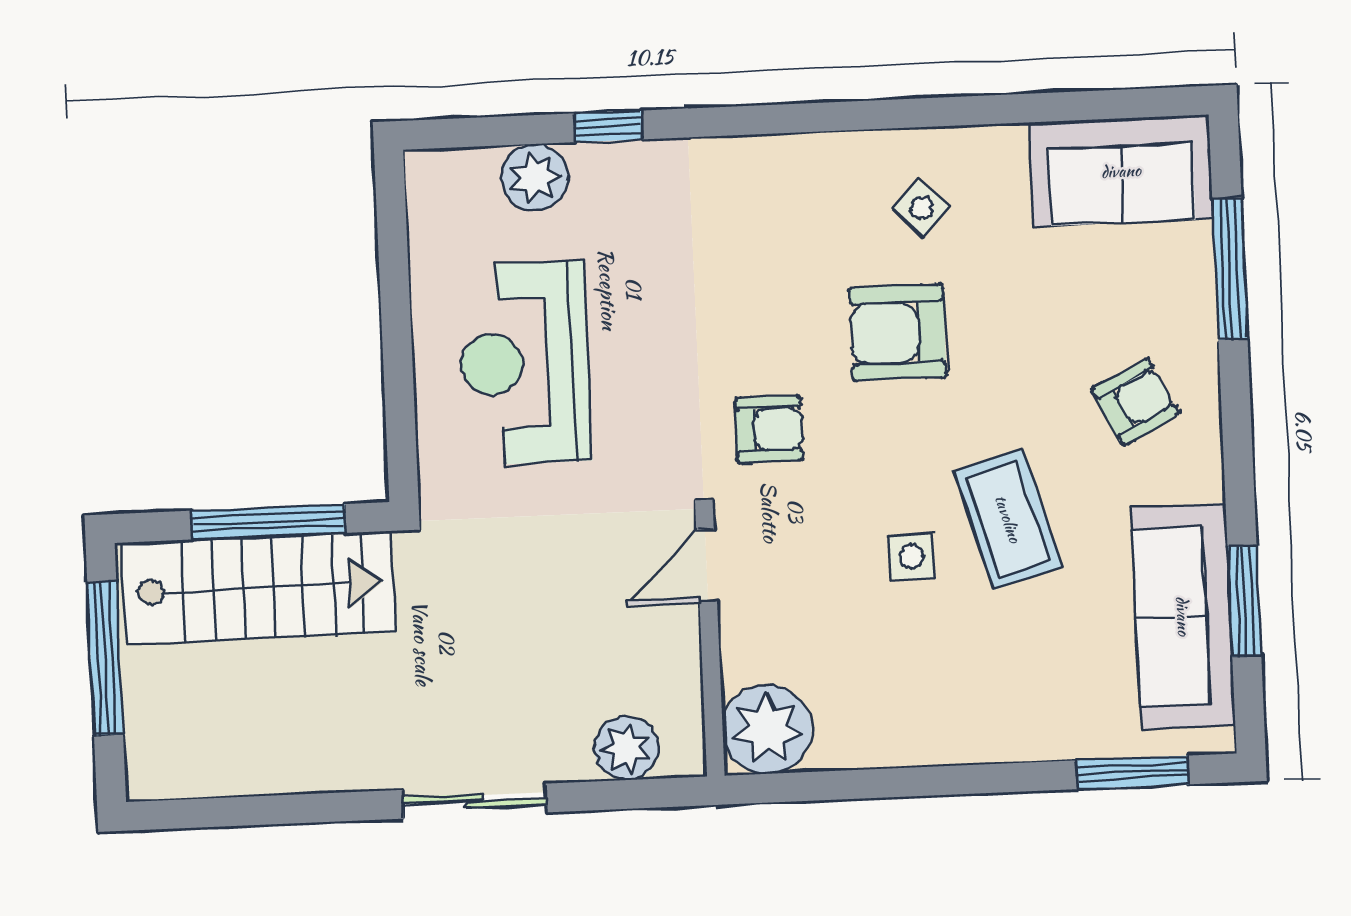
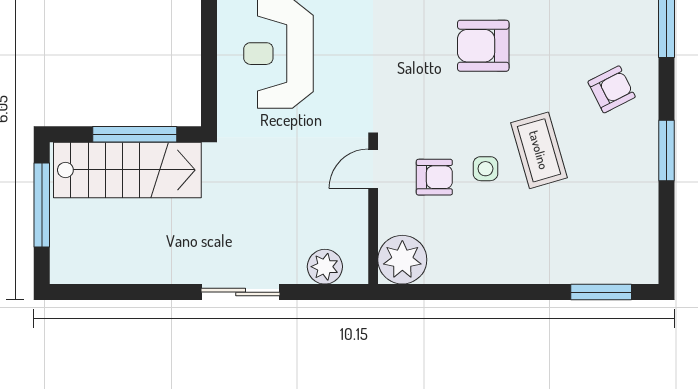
armchair: (769, 429) -> (434, 177), moved
window: (1244, 601) -> (667, 151), moved
sofa: (1183, 616) -> (633, 208), removed

